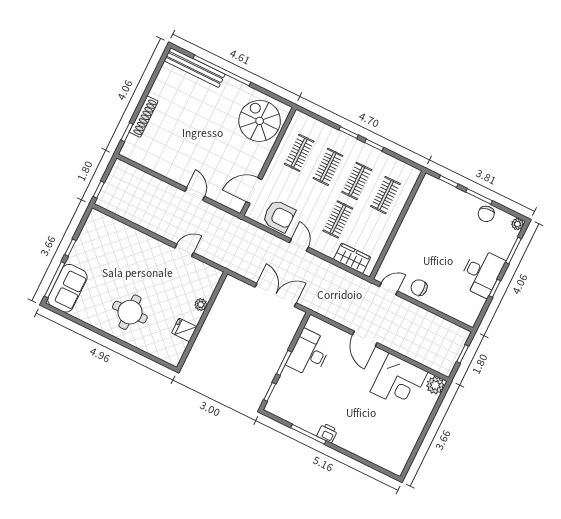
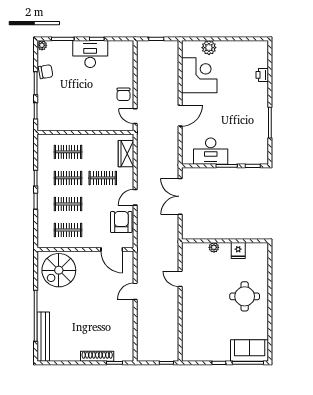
plant: (435, 385) -> (209, 48), moved
printer: (327, 433) -> (262, 75), moved

